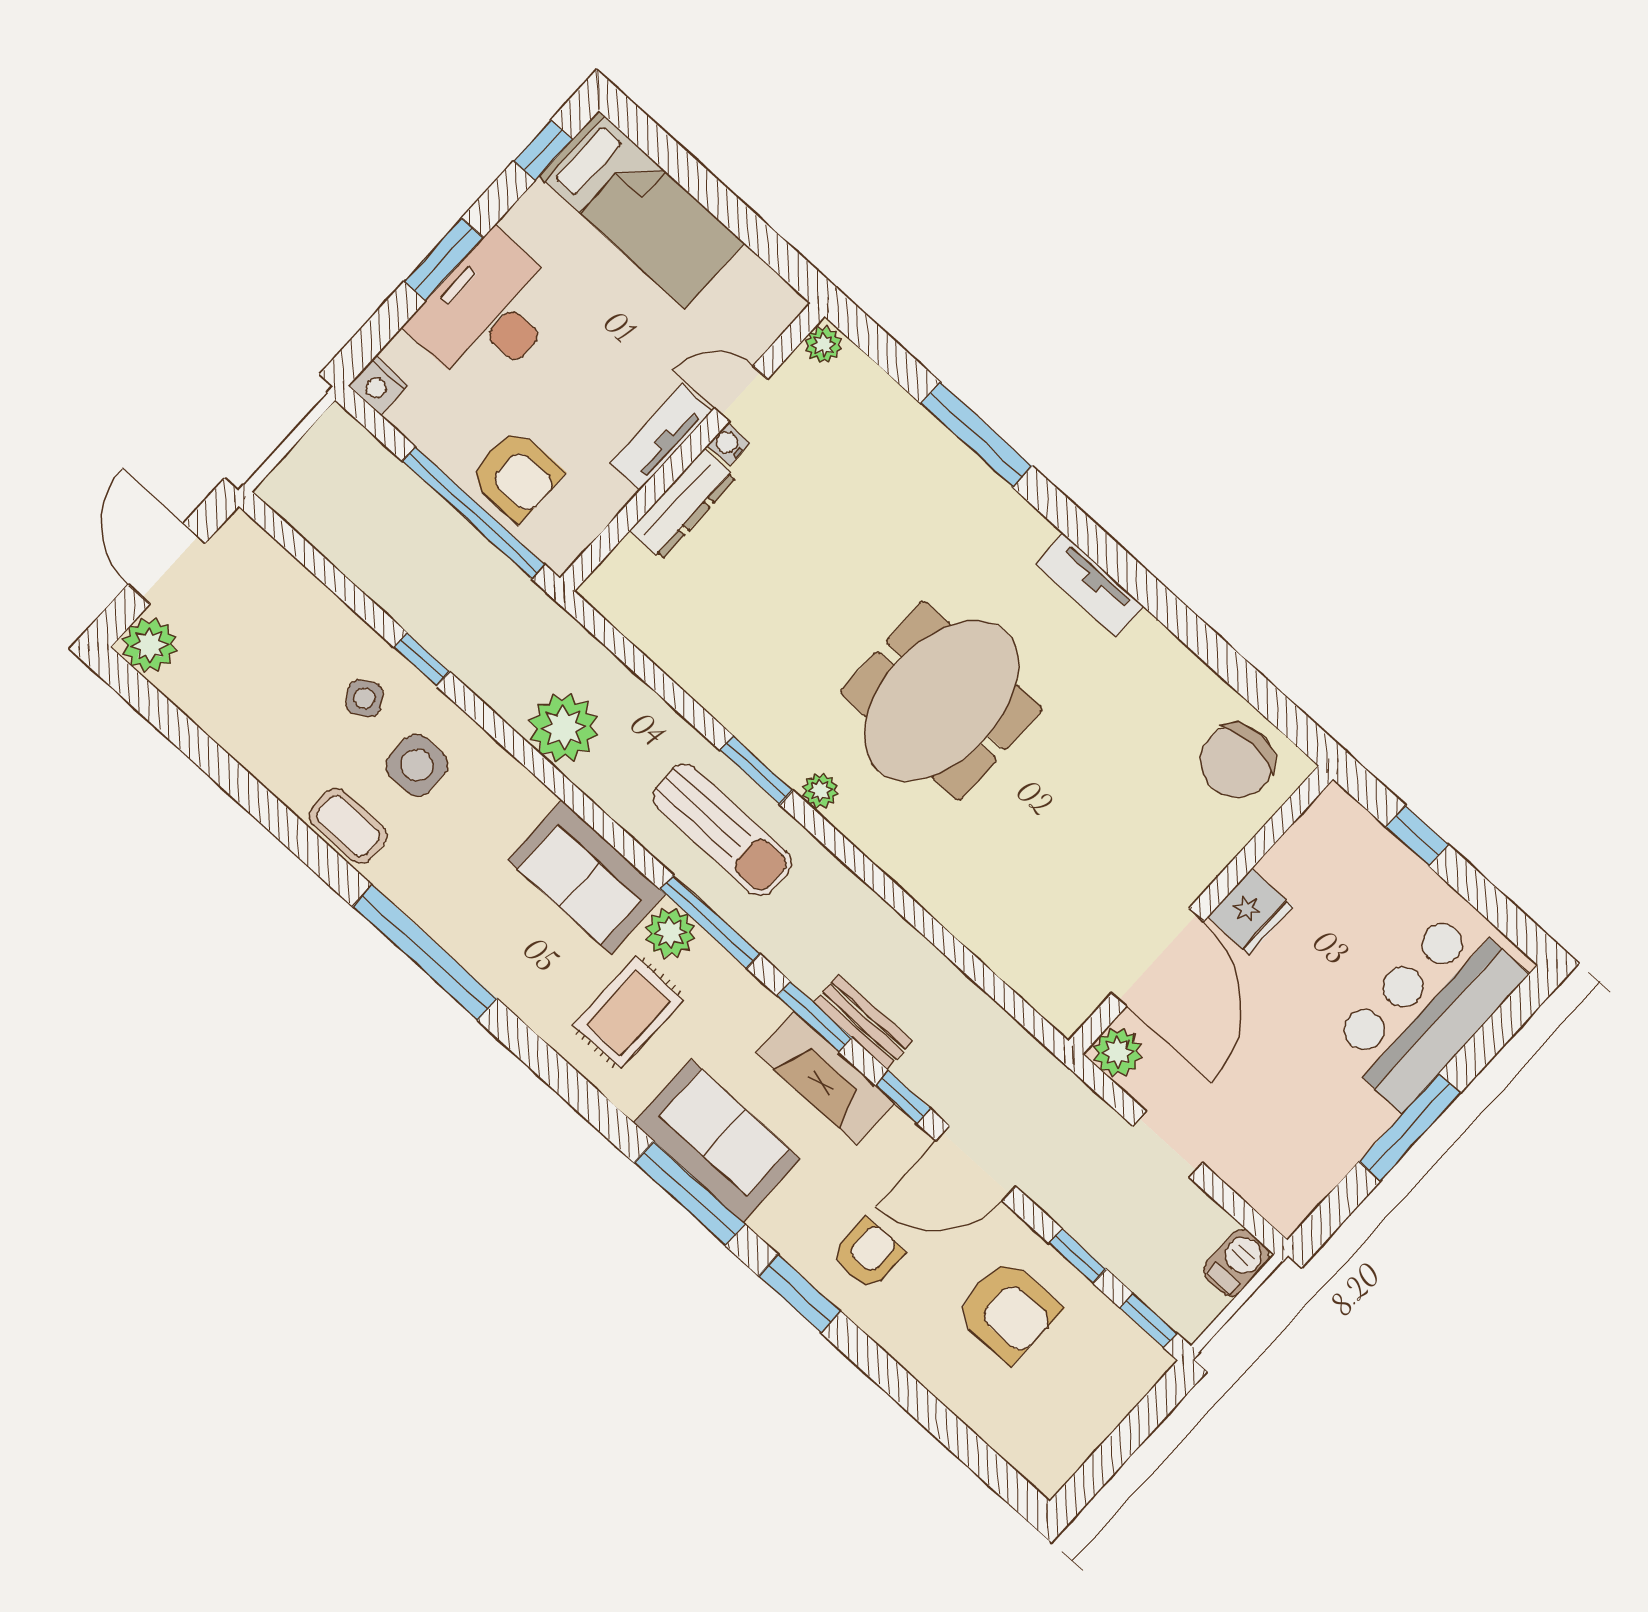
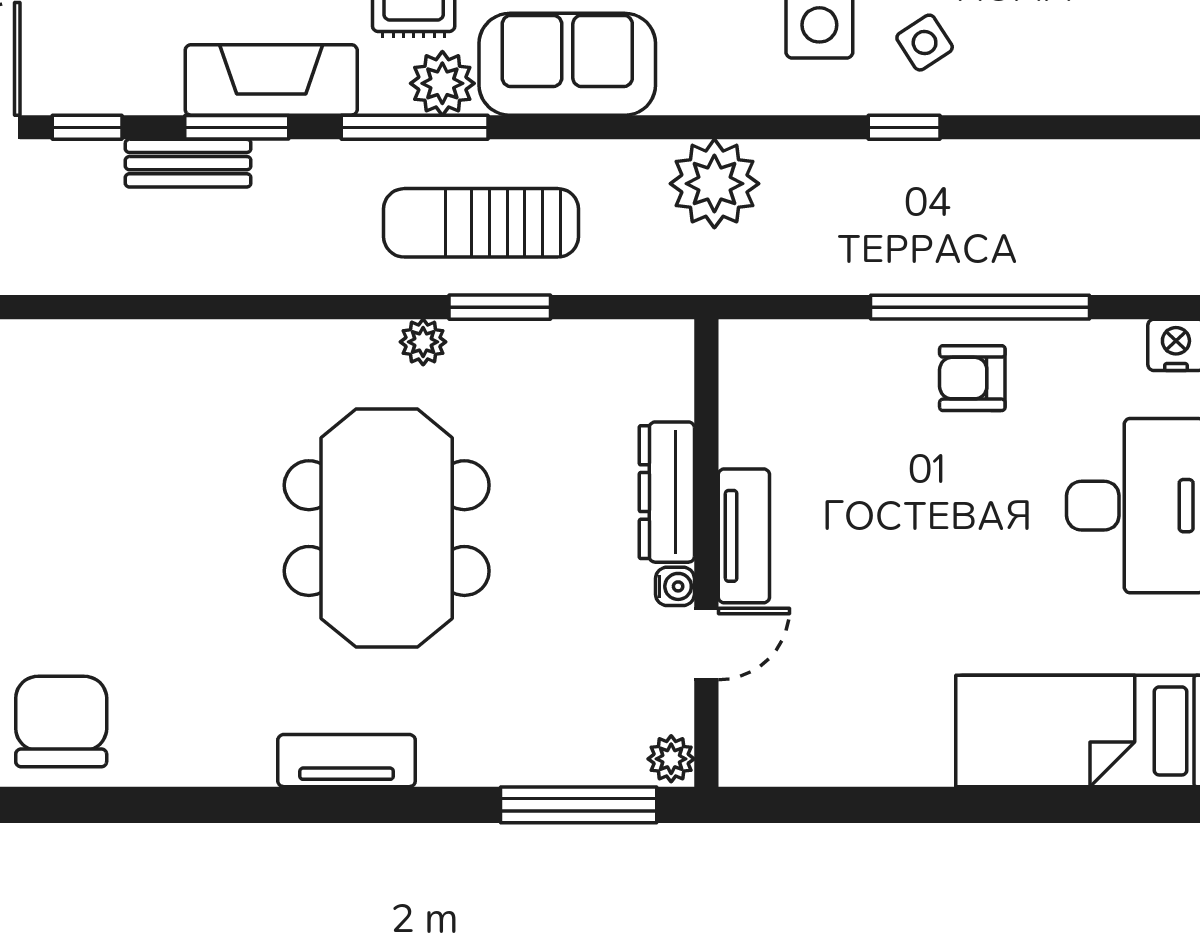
plant: (823, 345) -> (671, 759), moved
door: (741, 394) -> (706, 644), moved
tv unit: (661, 437) -> (744, 536), moved
water cooler: (729, 444) -> (675, 586), moved
wall: (692, 447) -> (706, 553), moved
armchair: (516, 475) -> (972, 378), width x0.72, depth x0.72
dresser: (683, 504) -> (667, 492), moved
fireplace: (825, 1078) -> (271, 80), moved

